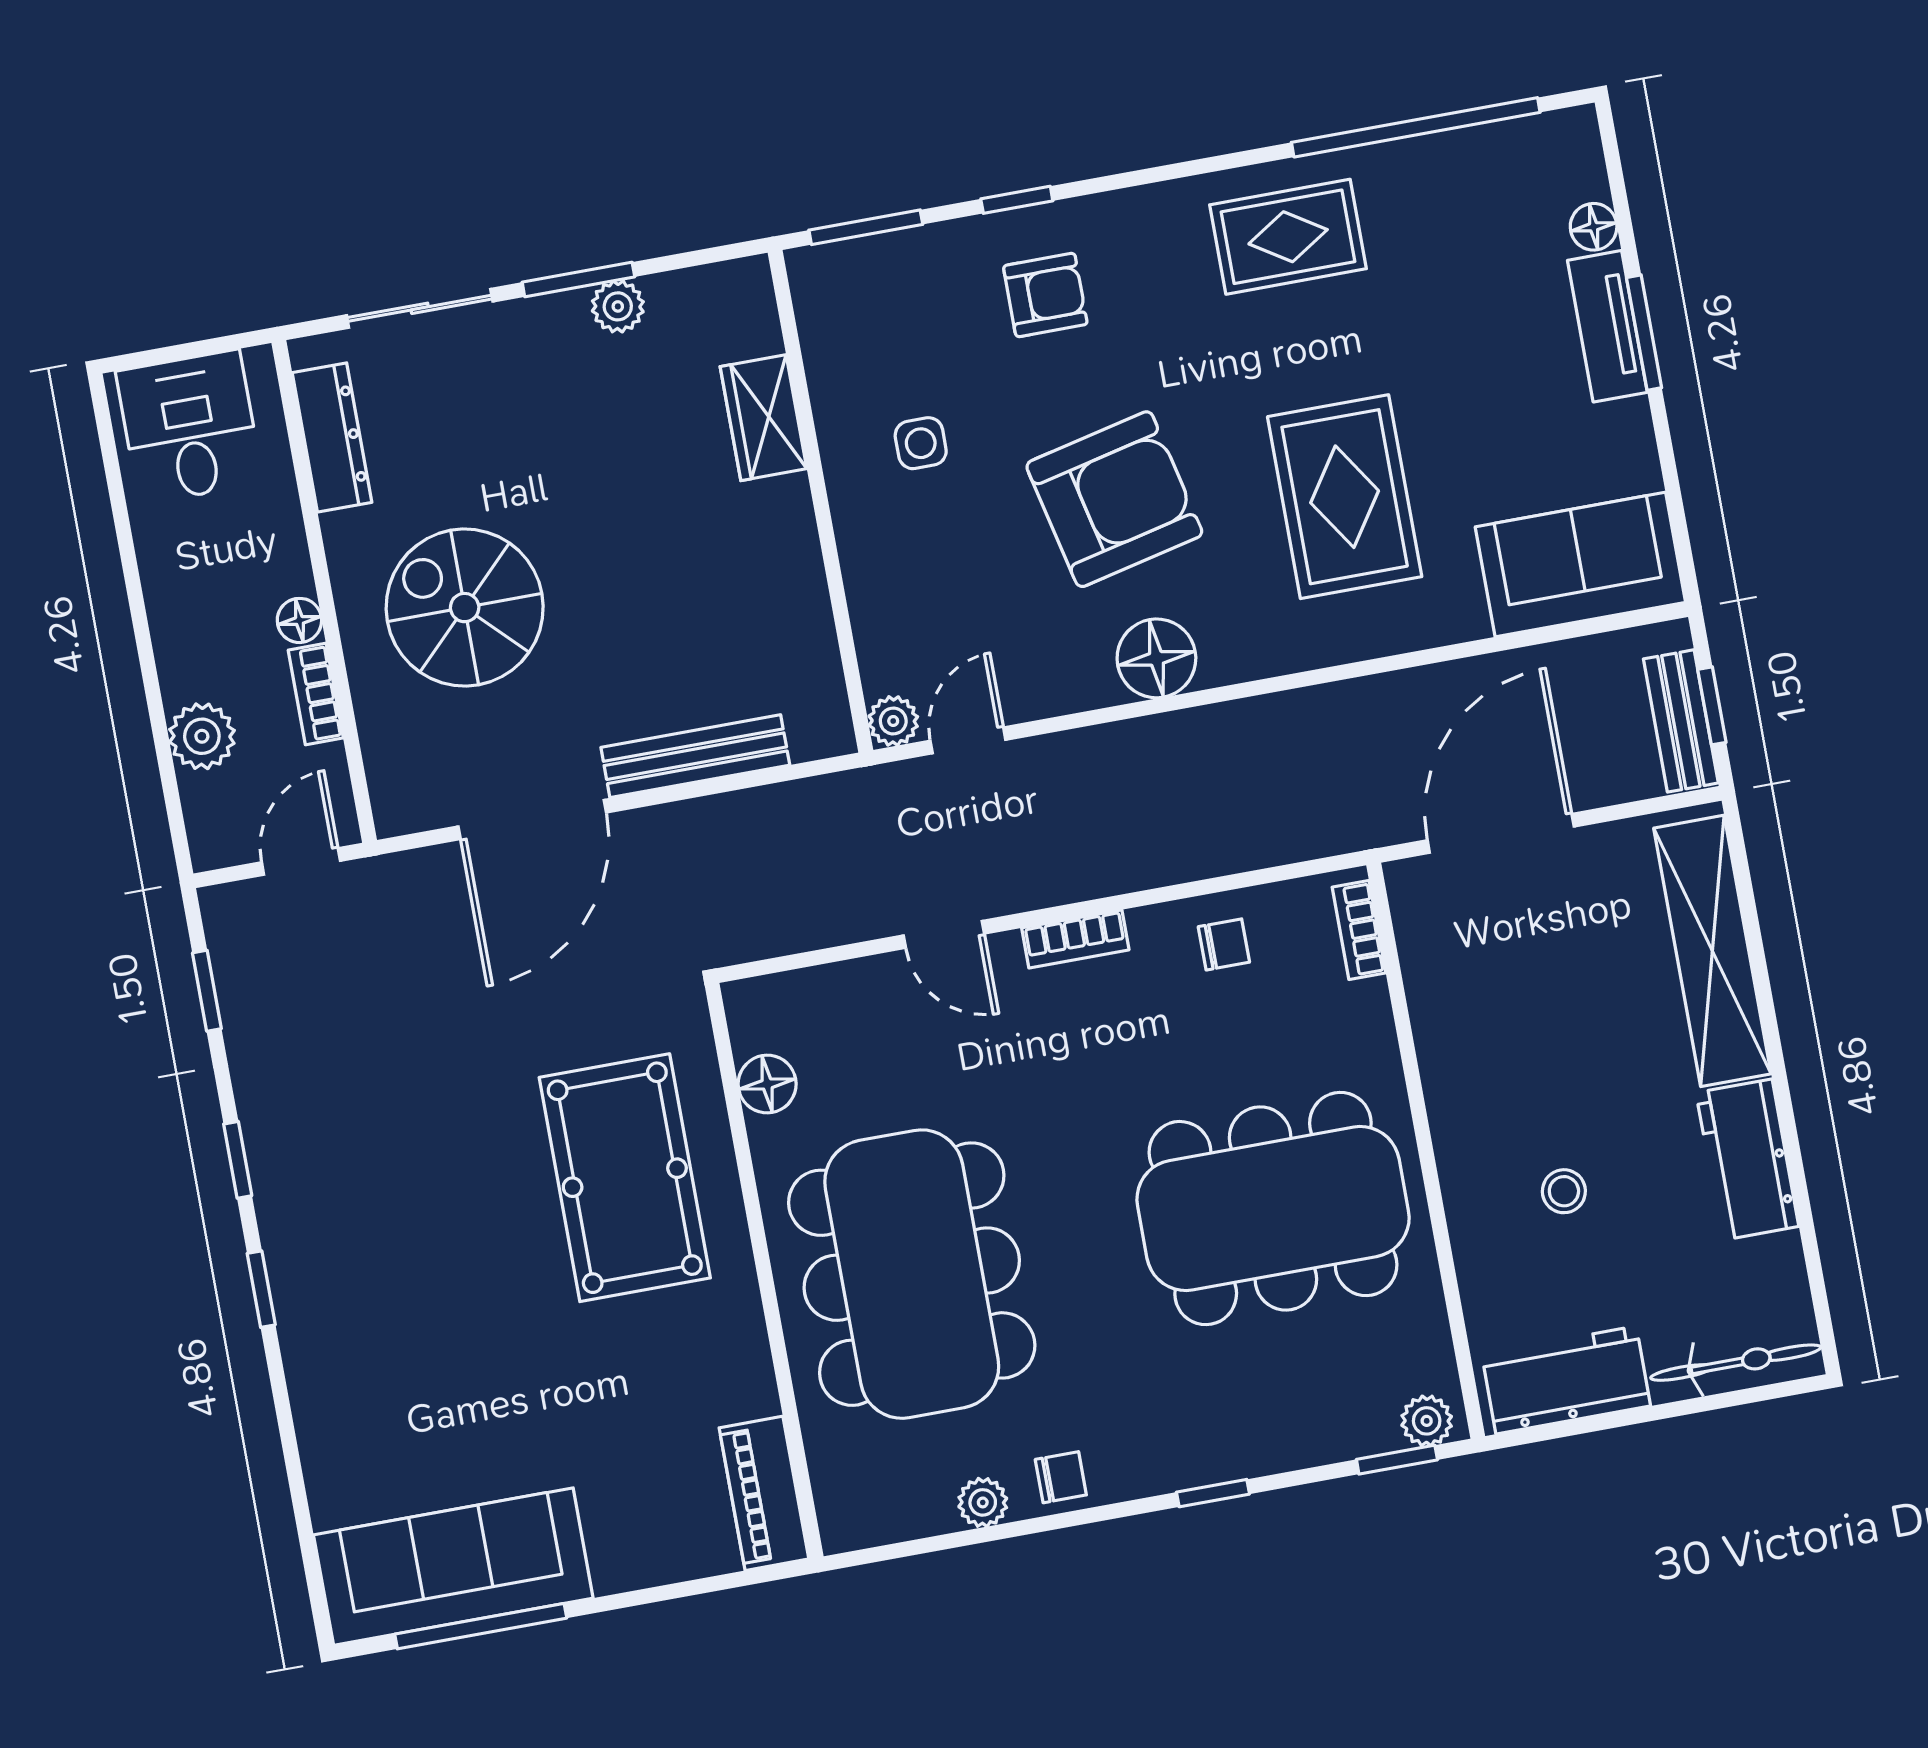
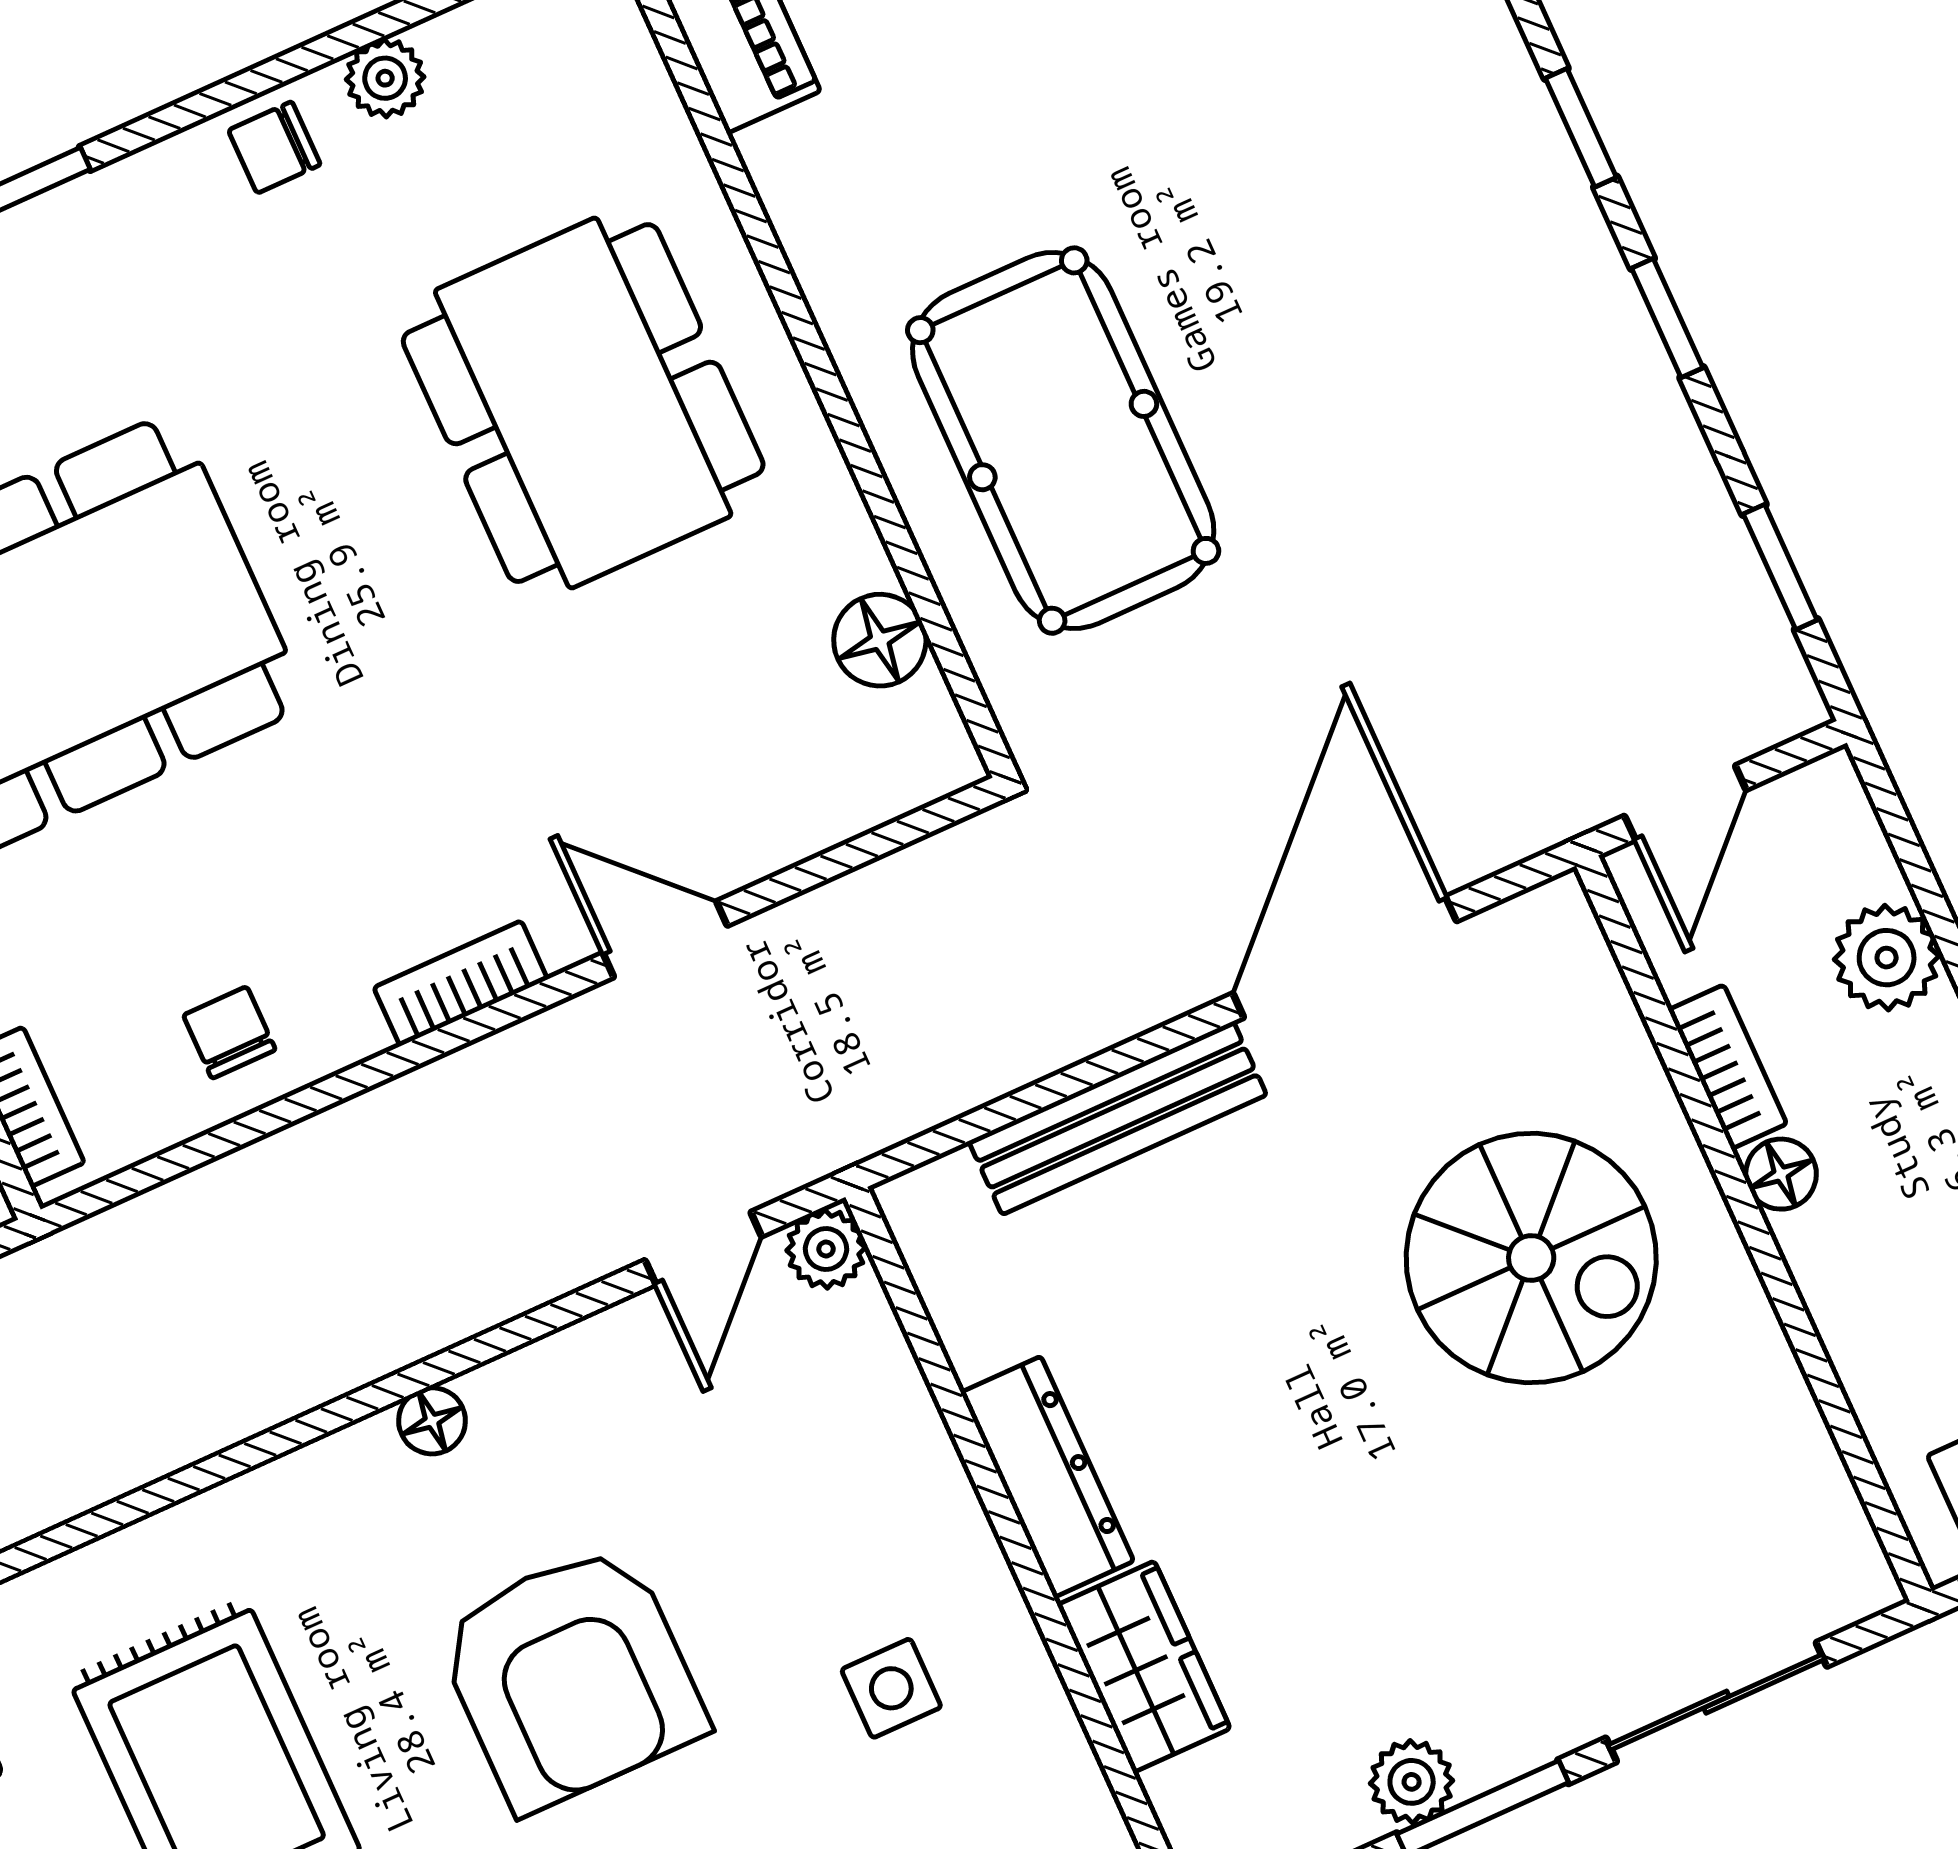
dresser: (332, 437) -> (1047, 1477), moved, turned 180
armchair: (1114, 499) -> (571, 1677), turned -77
floor lamp: (1156, 658) -> (432, 1421), width x0.53, depth x0.53
chair: (1224, 944) -> (229, 1032), turned 90
dining table: (912, 1274) -> (583, 403), width x0.73, depth x0.80

